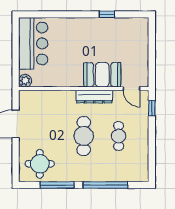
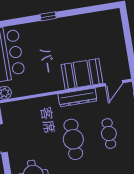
window: (107, 14) -> (48, 16), moved
door: (131, 89) -> (114, 83), hinge flipped

